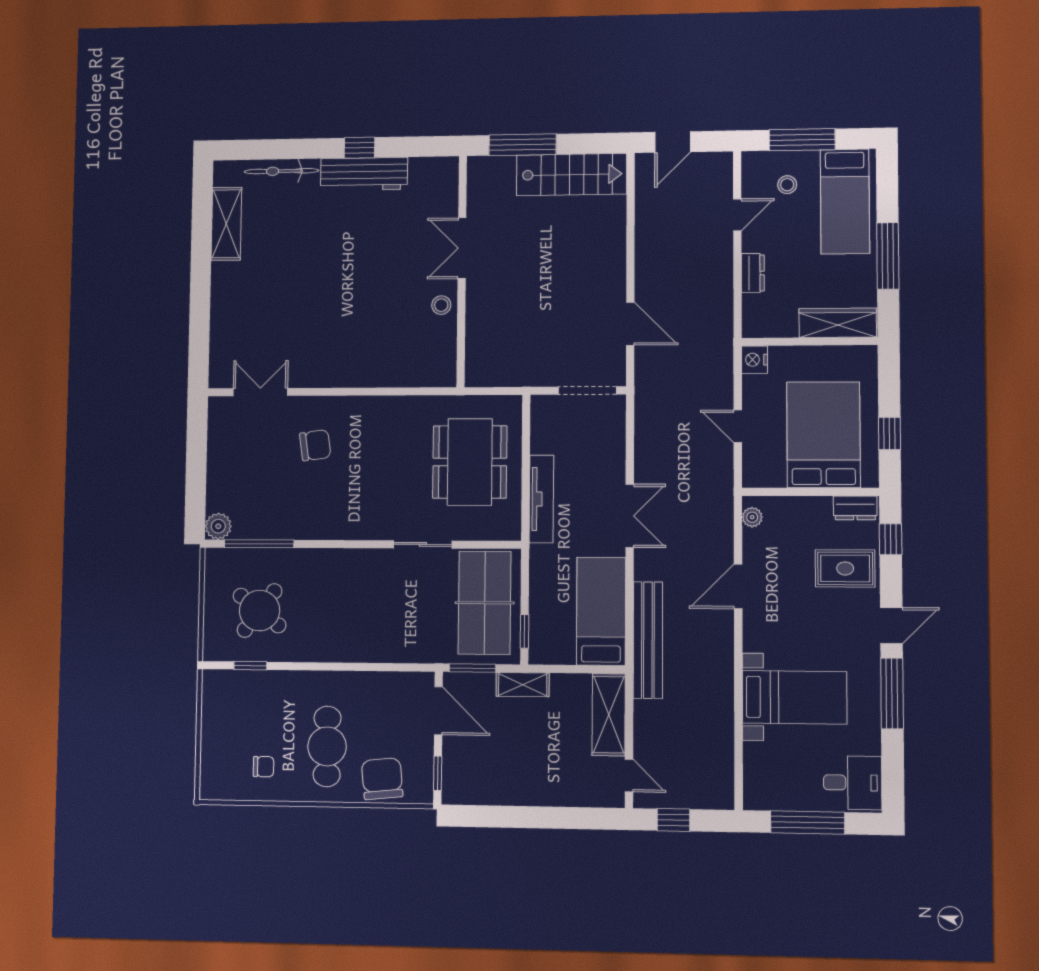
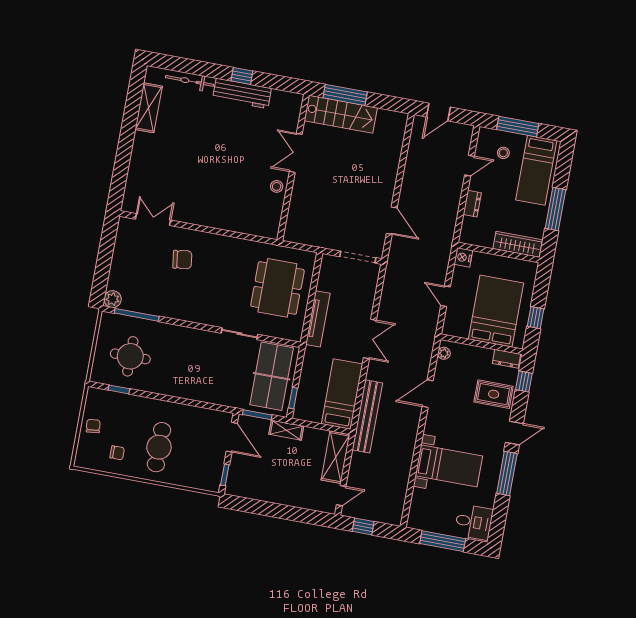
stairs: (572, 175) -> (341, 114), moved
round table: (260, 611) -> (130, 356), turned -37
door: (629, 775) -> (341, 496), hinge flipped
chair: (382, 779) -> (93, 426), moved, width x0.54, depth x0.54

